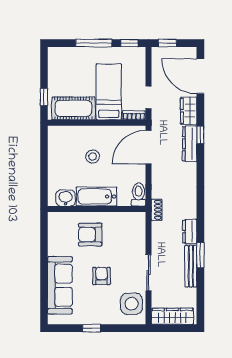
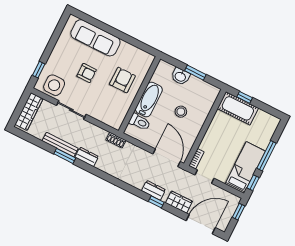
bed: (109, 92) -> (245, 168), moved, turned -90
cot: (73, 108) -> (238, 108), moved, turned 90
dresser: (190, 144) -> (154, 190), width x0.70
window: (44, 162) -> (195, 73), added
toilet: (138, 194) -> (140, 122), moved
washbasin: (66, 198) -> (180, 76), moved, turned 90
window: (92, 328) -> (39, 70), moved

